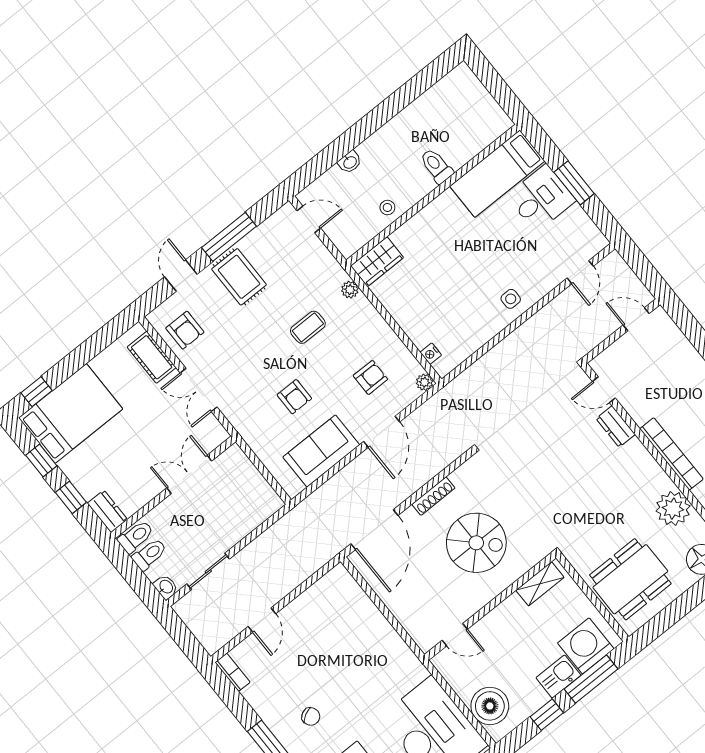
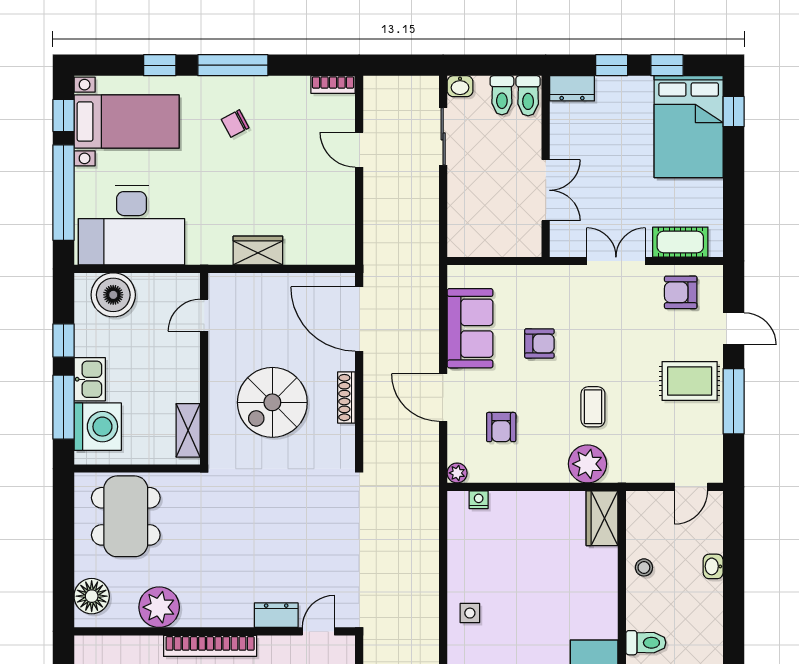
plant: (350, 290) -> (588, 464), width x1.87, depth x1.87
armchair: (294, 397) -> (539, 343), turned 180
wardrobe: (383, 633) -> (258, 251), added

